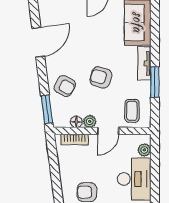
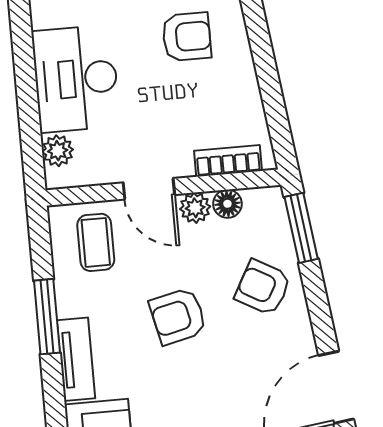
armchair: (101, 77) -> (178, 316), turned 151
door: (108, 131) -> (149, 189), swing flipped

